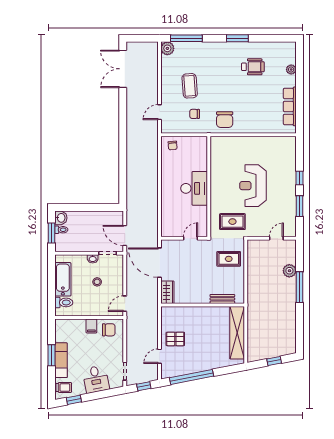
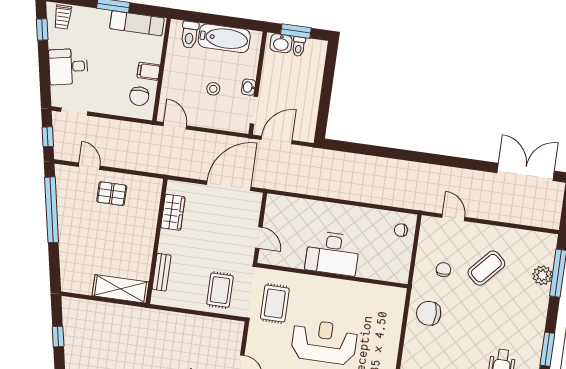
plant: (167, 48) -> (542, 275), moved
coffee table: (190, 86) -> (486, 268), turned -44
washbasin: (61, 218) -> (281, 43), moved
wardrobe: (167, 292) -> (173, 212), moved, turned -90
shelving: (237, 333) -> (121, 289), width x0.68
pallet: (175, 339) -> (112, 194), turned 90
exam couch: (61, 360) -> (137, 23), moved

